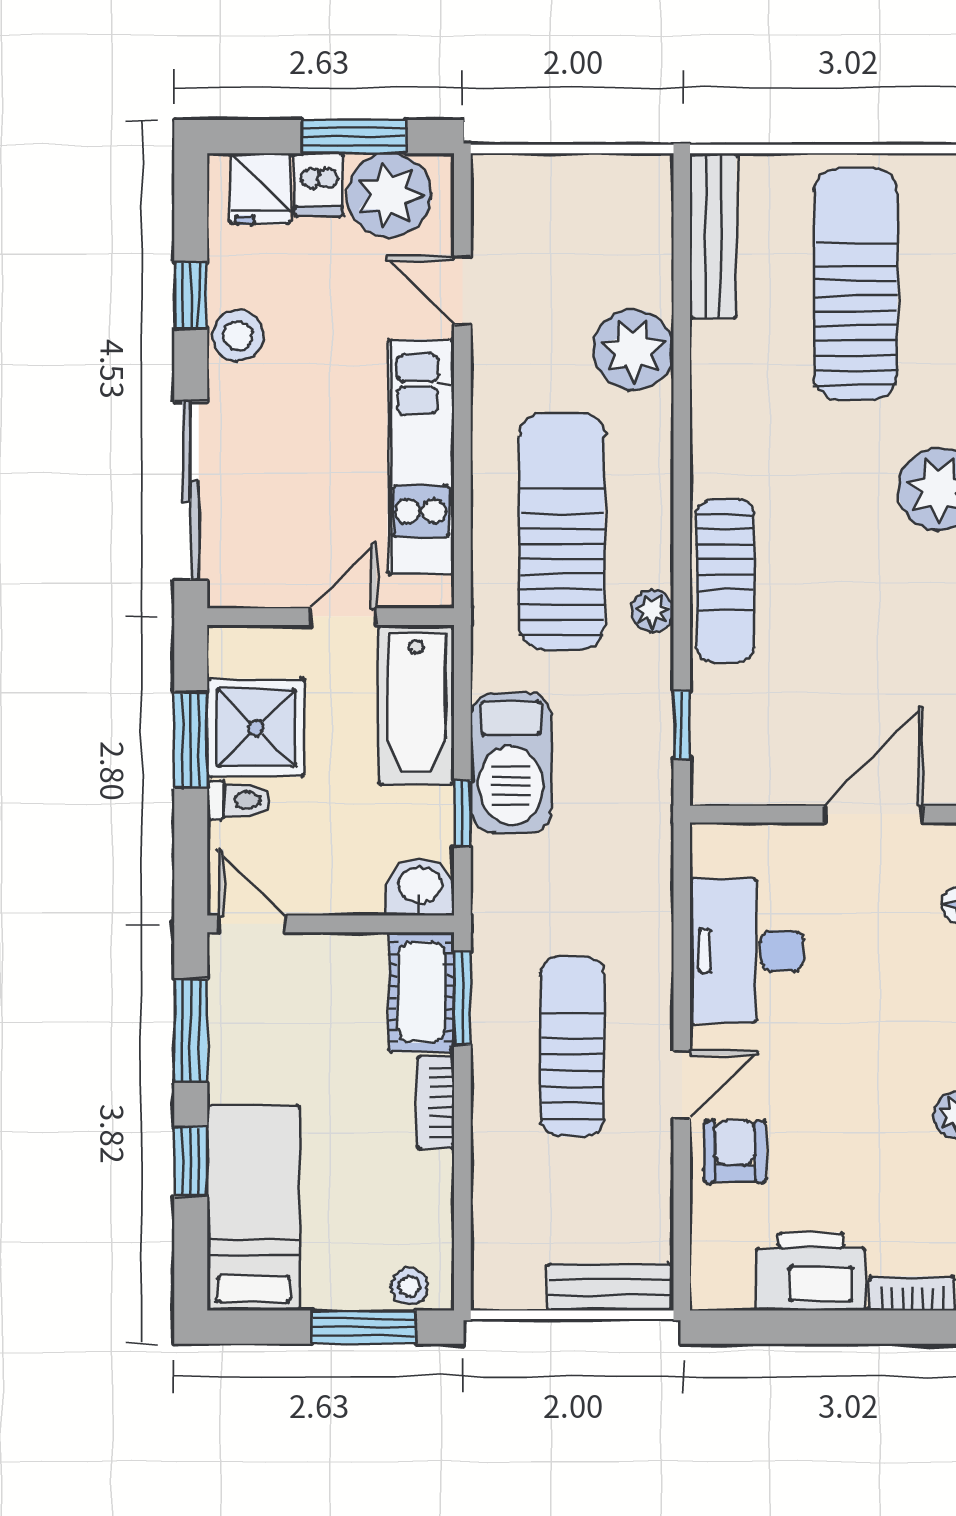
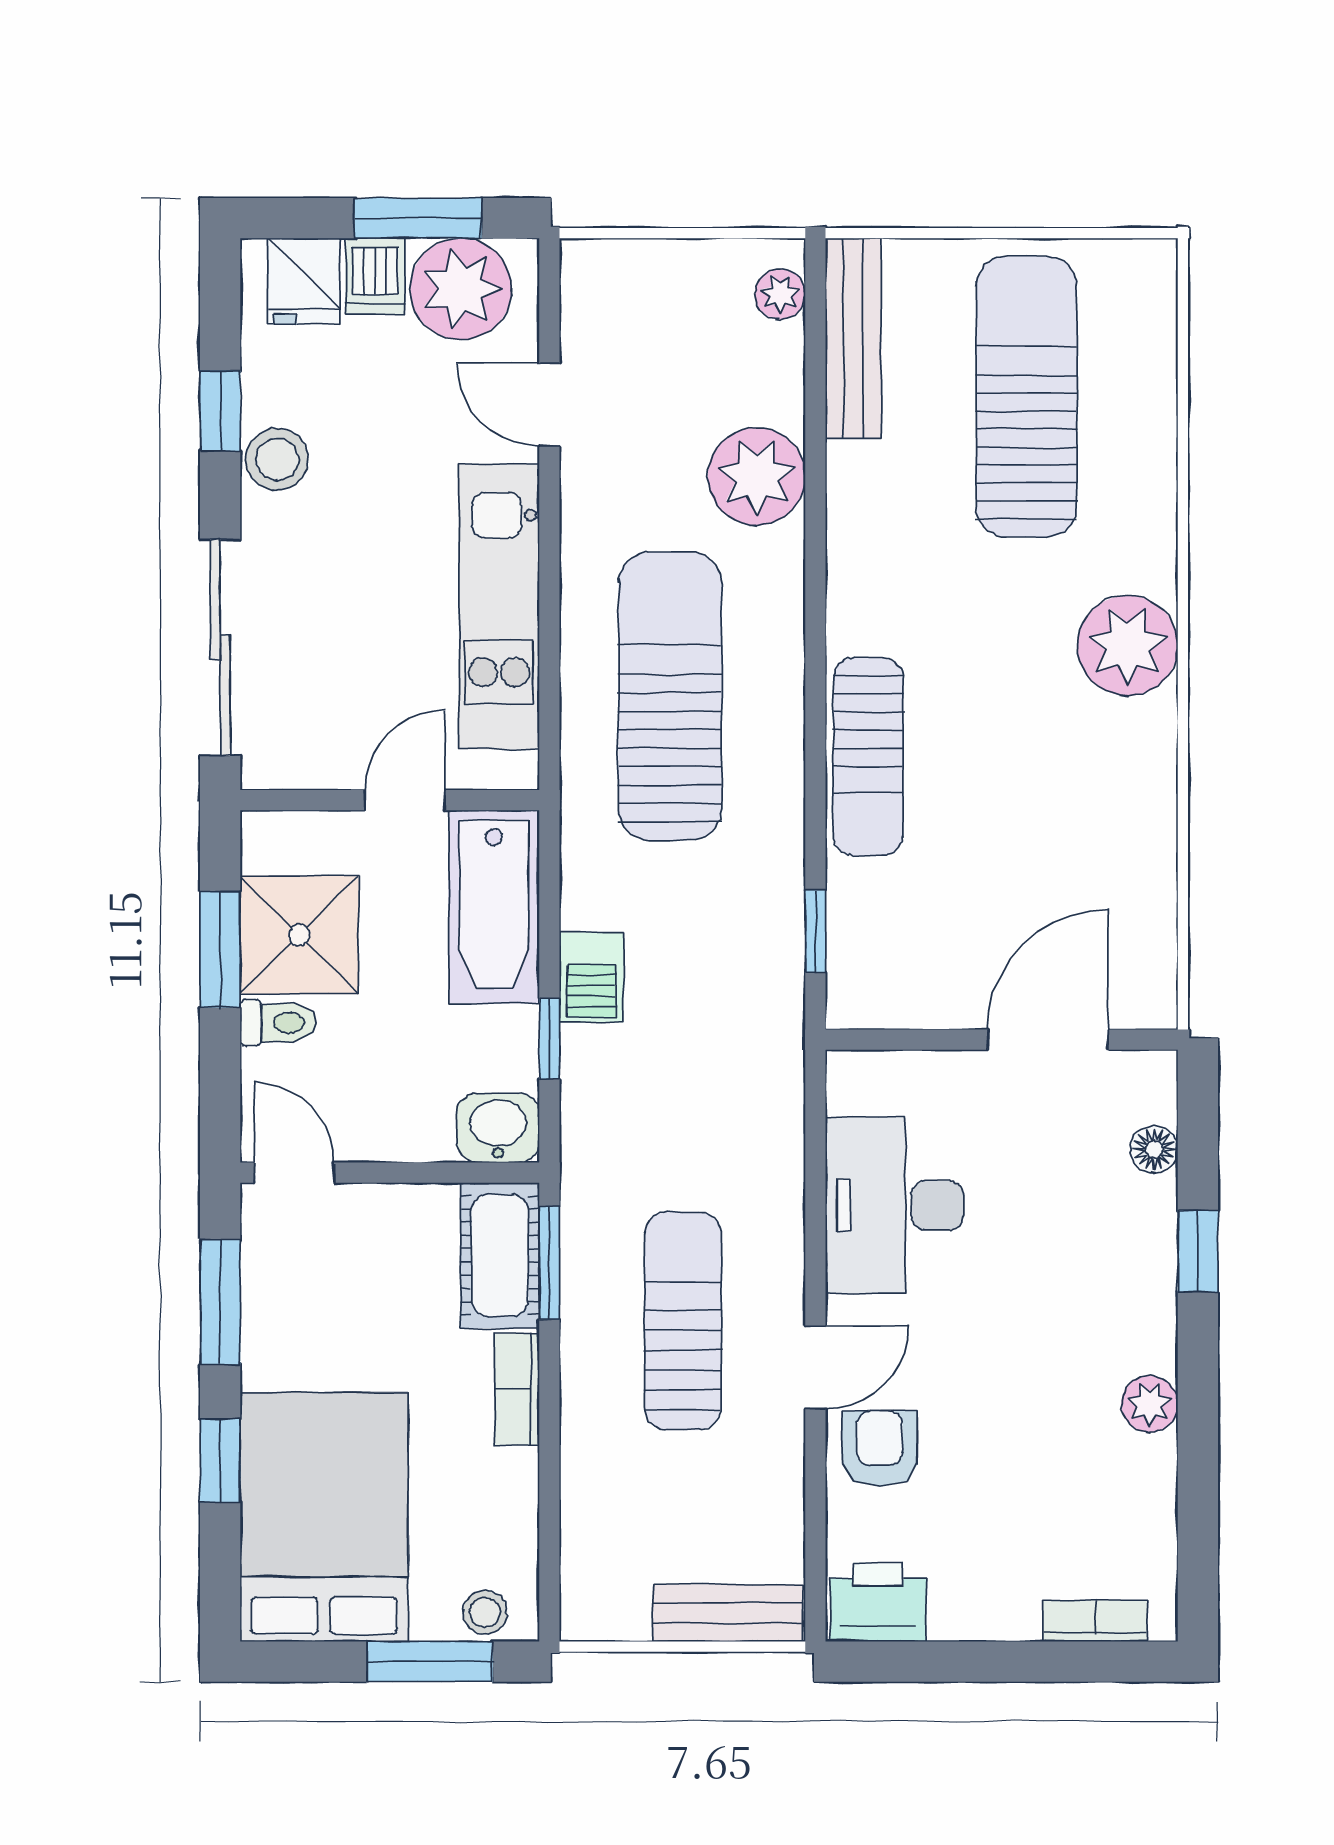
plant: (653, 611) -> (780, 294), moved
barbecue: (511, 763) -> (591, 977), width x0.53, depth x0.65
bed: (253, 1208) -> (324, 1517), width x1.50
printer: (811, 1272) -> (878, 1602), moved, width x0.73, depth x0.84

